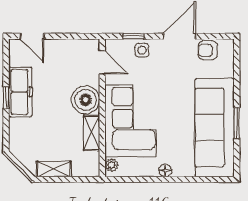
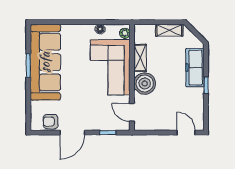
side table: (142, 50) -> (101, 122), removed
armchair: (208, 50) -> (51, 122), turned 180
freezer: (20, 92) -> (195, 68), moved
floor lamp: (165, 171) -> (100, 29), moved

